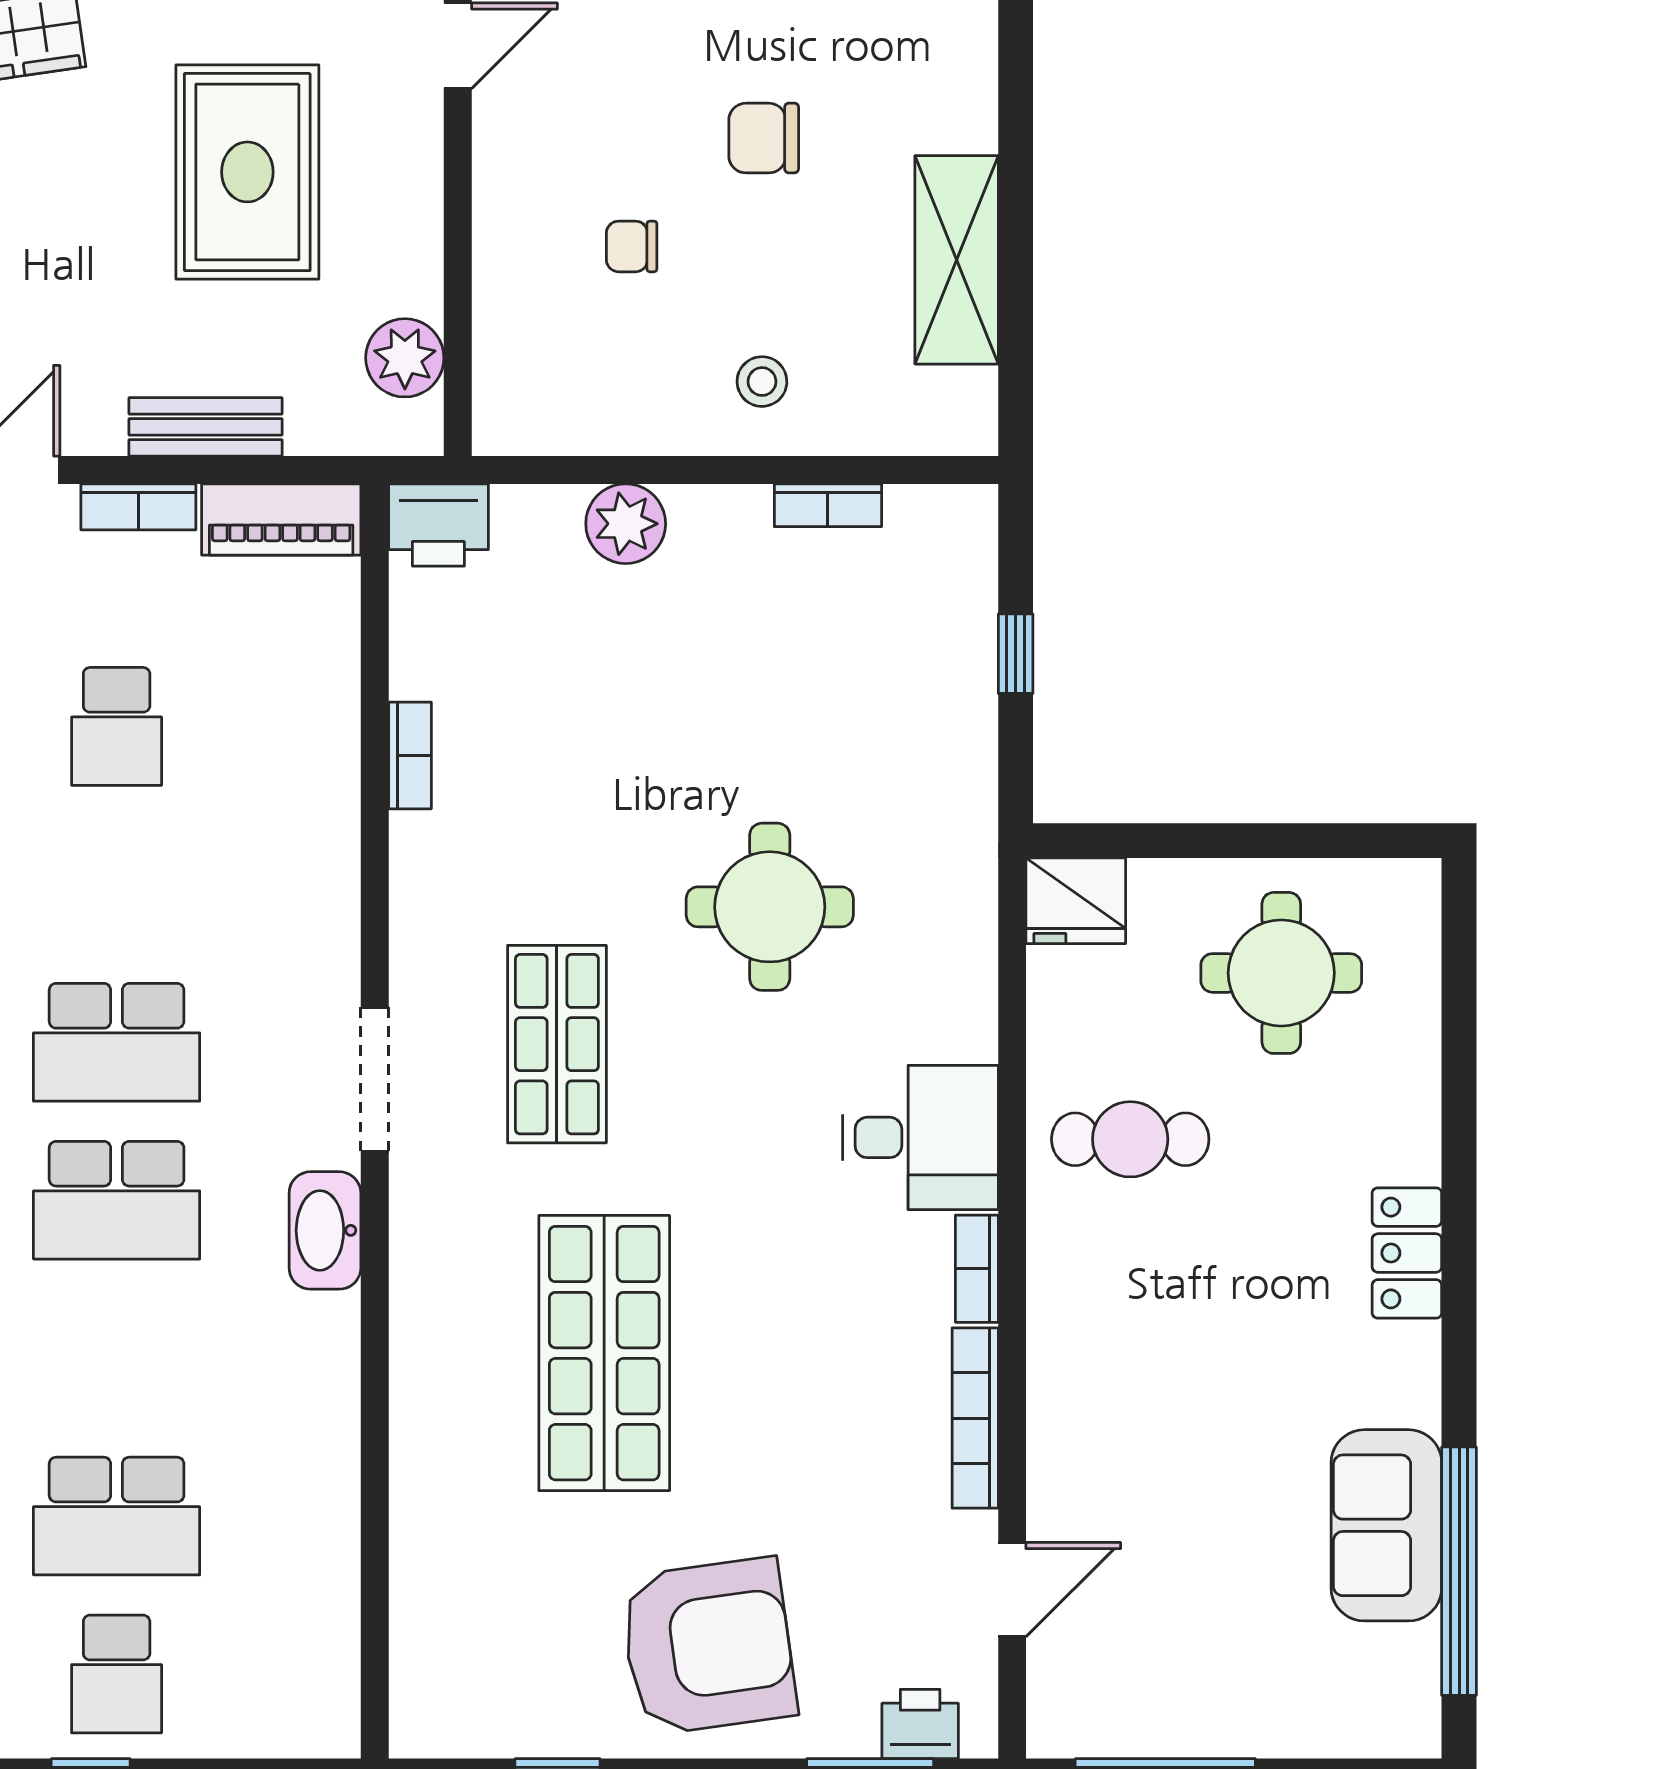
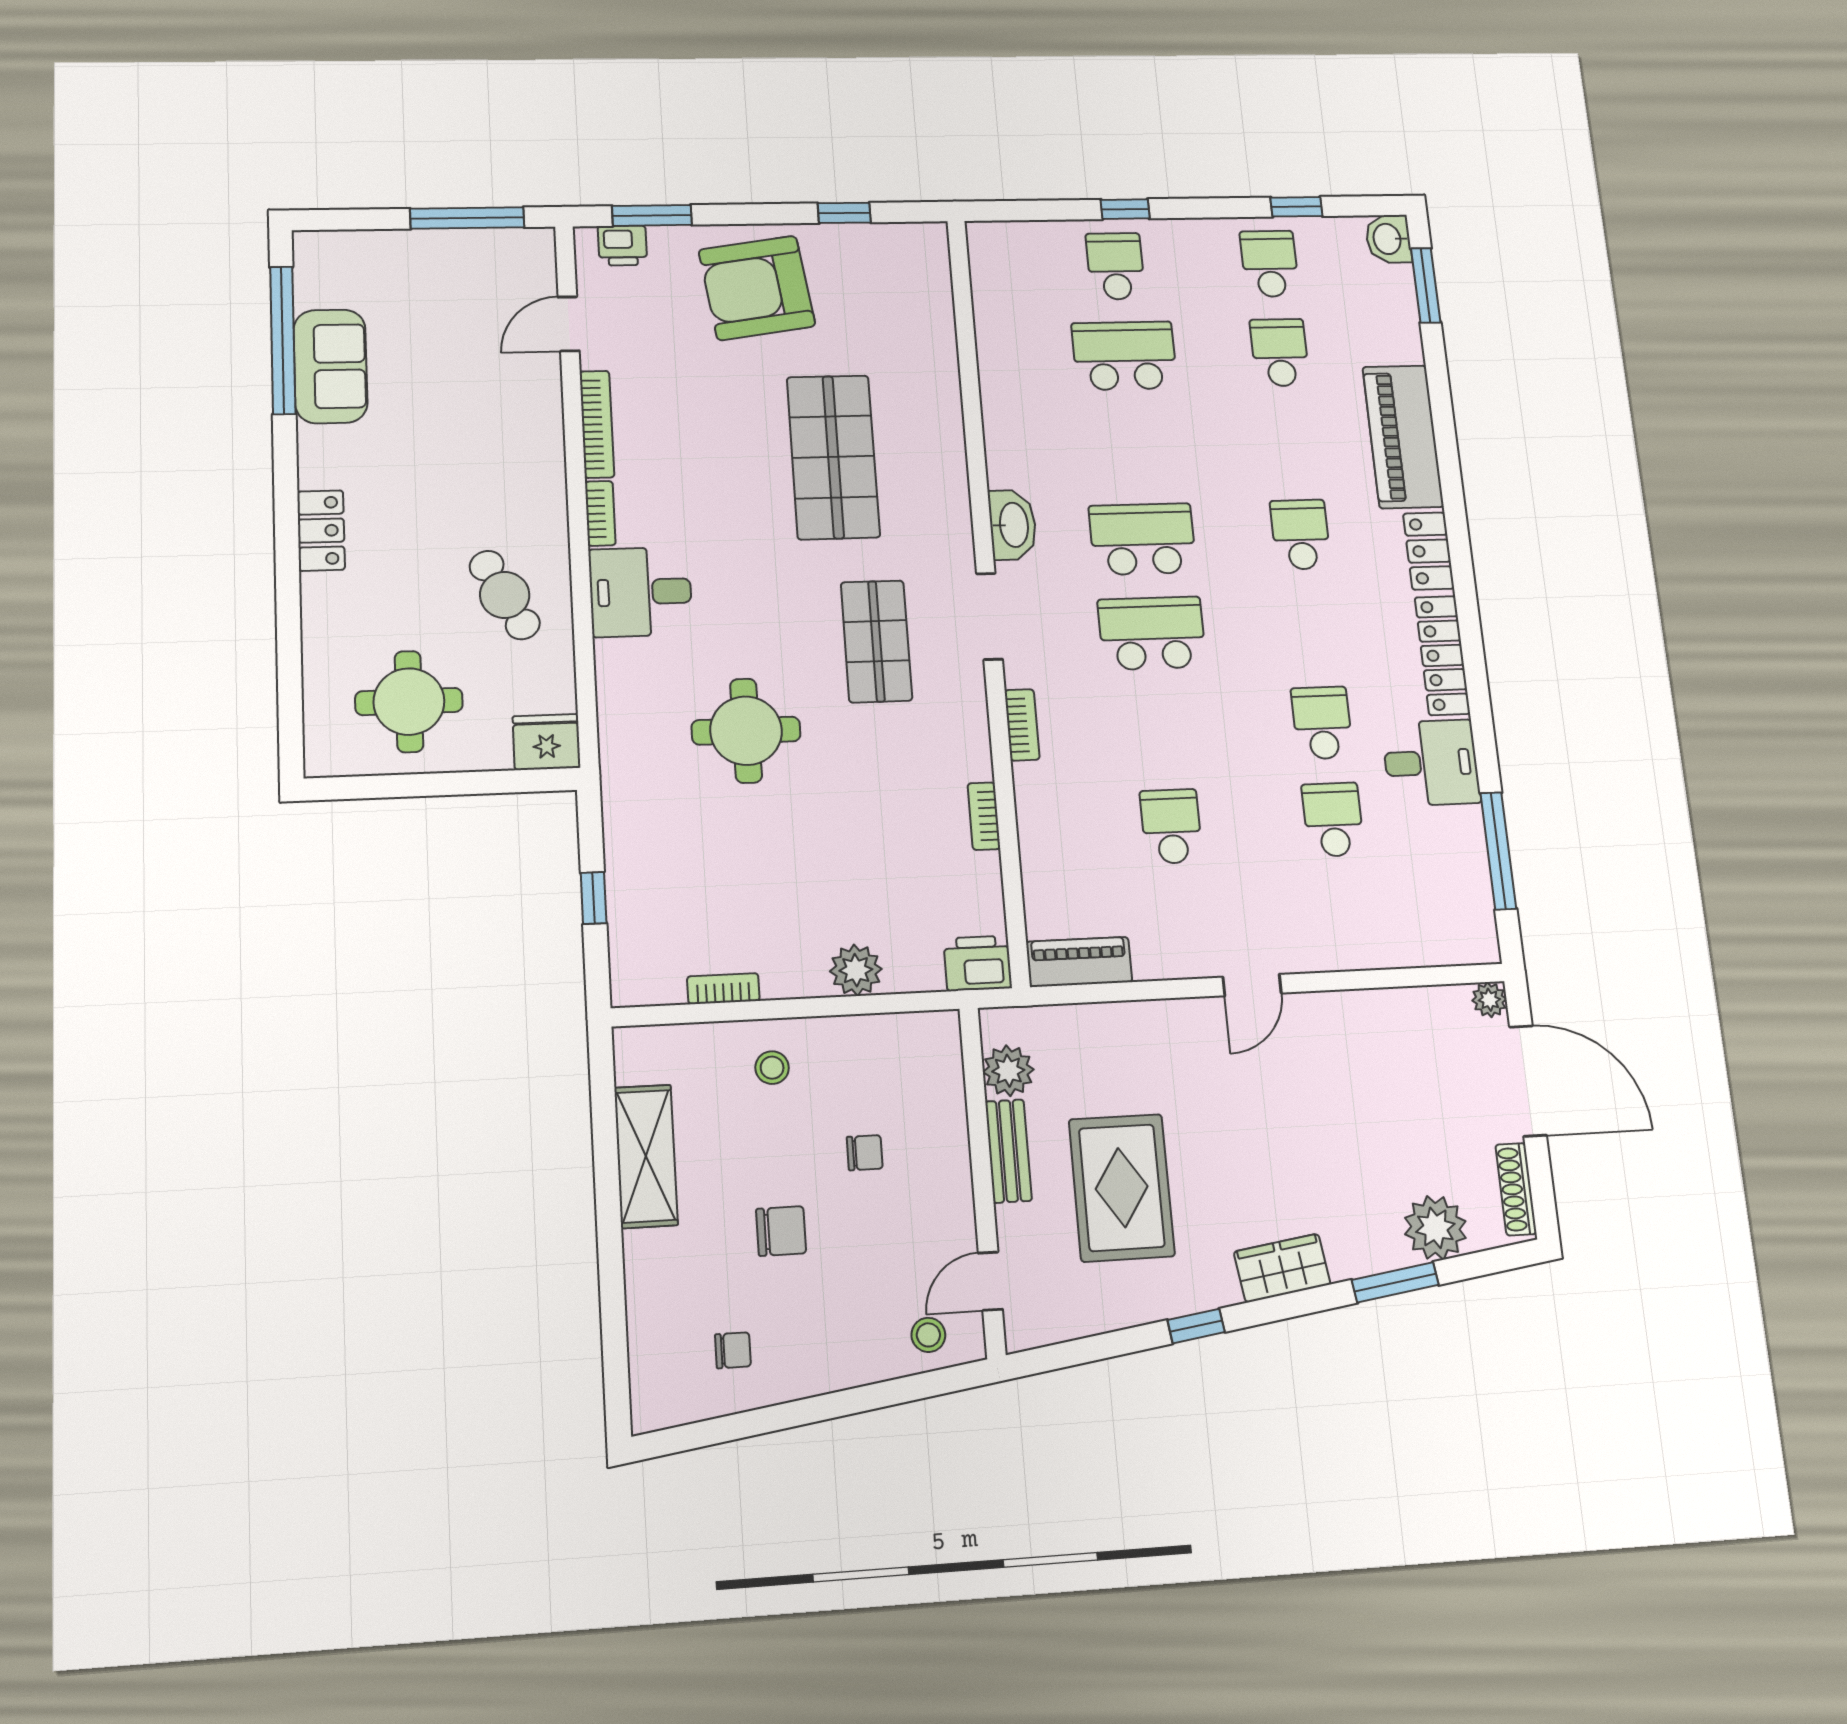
bench: (206, 427) -> (1008, 1151), moved, turned 90
bookcase: (138, 507) -> (1022, 725), moved, turned 90
cafe table: (1130, 1139) -> (505, 595), turned 62

